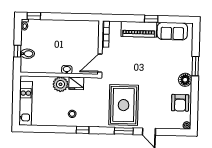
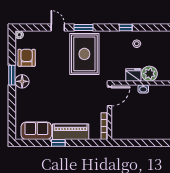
window: (195, 66) -> (12, 75), moved

